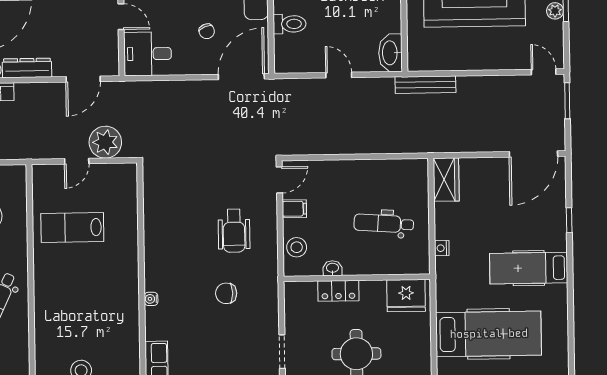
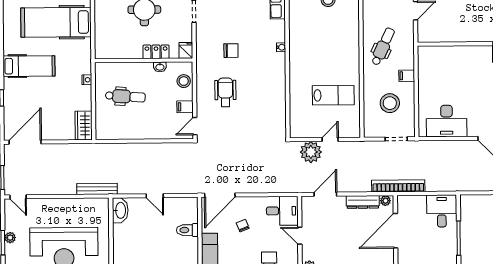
fridge: (406, 296) -> (186, 50), moved, width x0.53, depth x0.75

